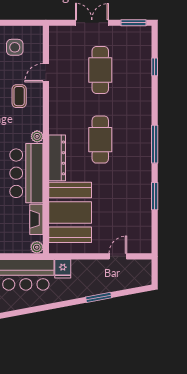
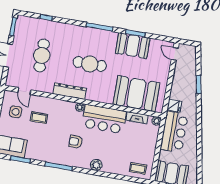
cafe table: (100, 70) -> (42, 55), turned 90
door: (46, 73) -> (24, 91), moved
coffee table: (19, 96) -> (39, 118), moved
dresser: (57, 158) -> (70, 91), moved
booth: (137, 195) -> (133, 46), added
door: (118, 256) -> (175, 54), moved

